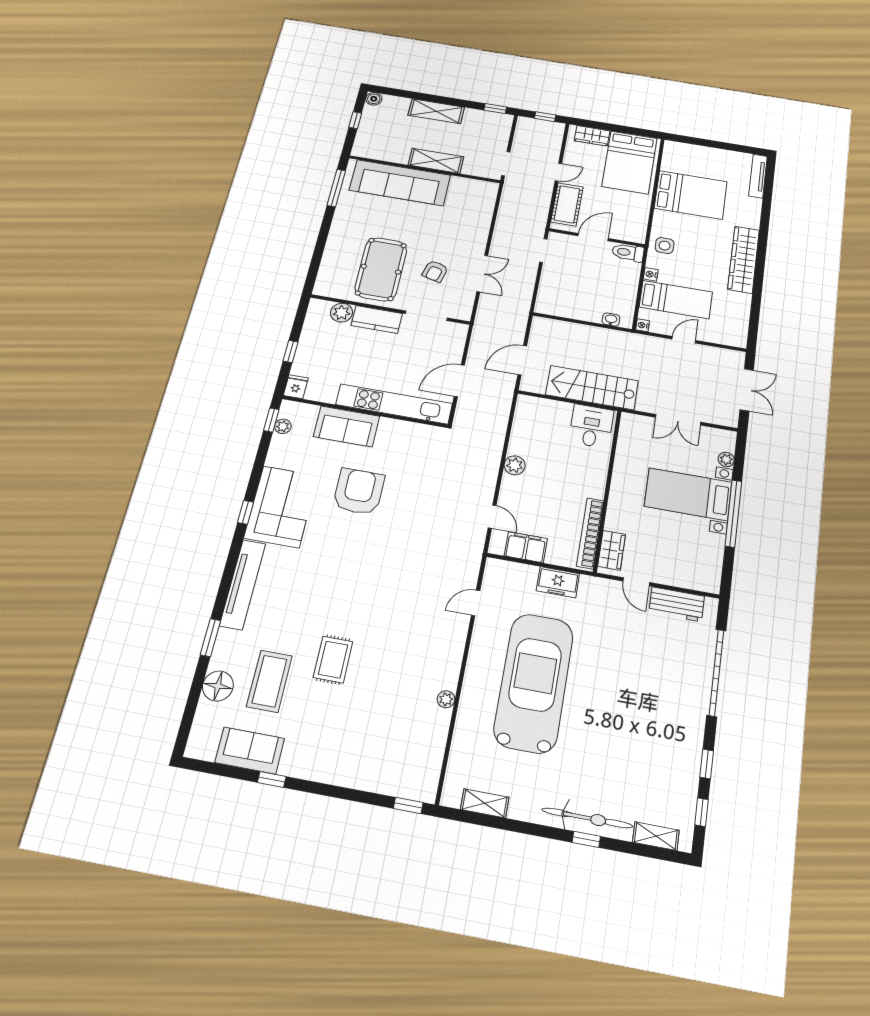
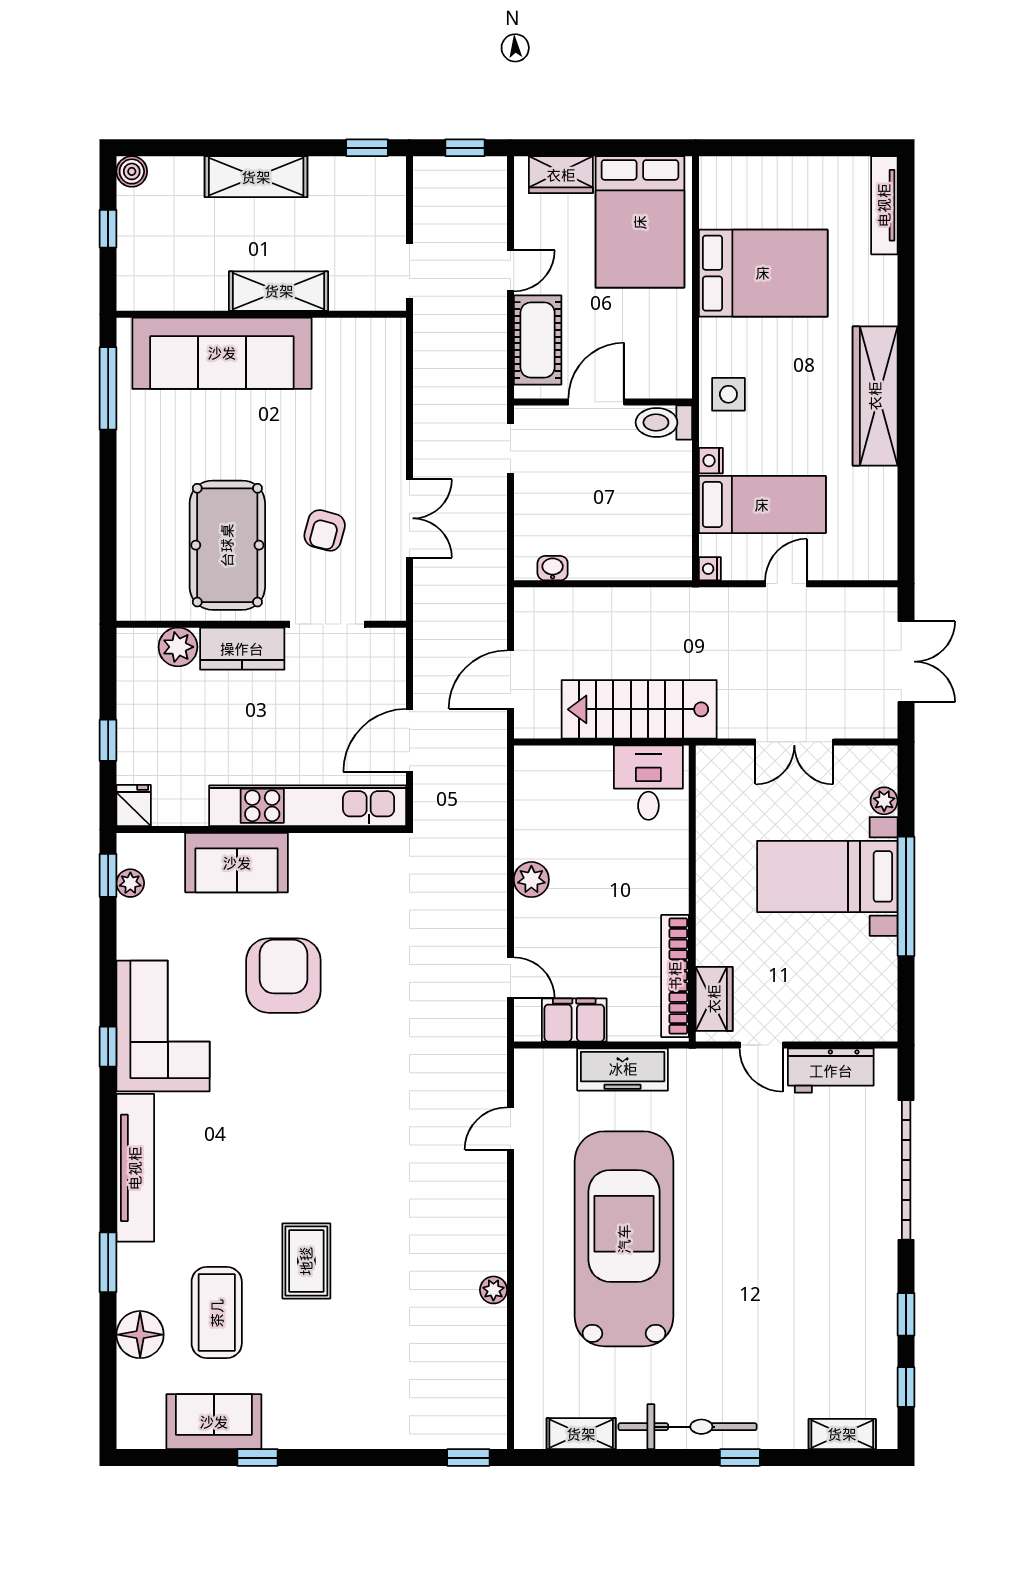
washbasin: (611, 320) -> (553, 568), moved
freezer: (558, 582) -> (623, 1069), width x1.40
bicycle: (587, 818) -> (687, 1427), moved

